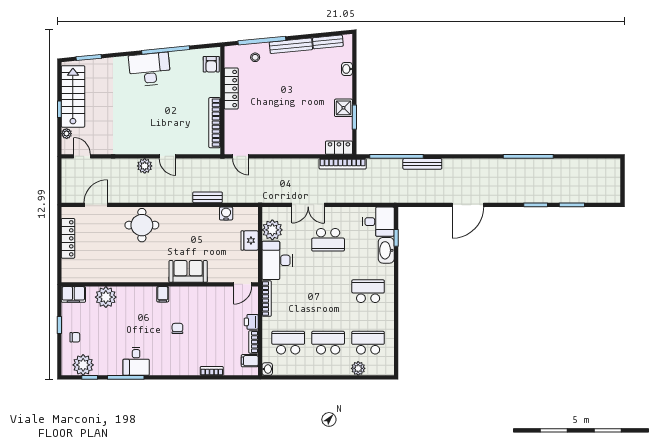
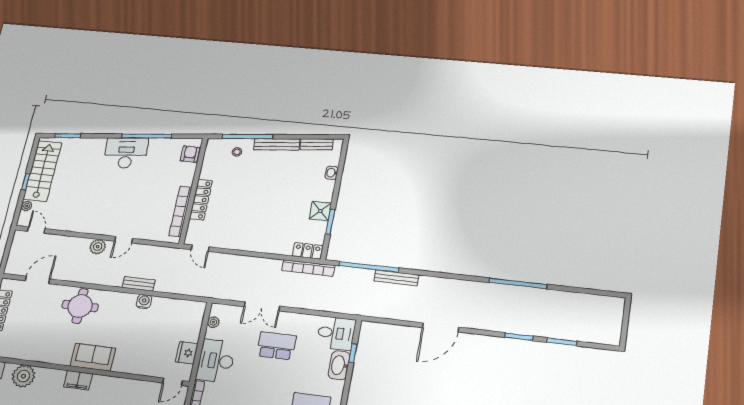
armchair: (211, 64) -> (190, 154), turned 180
locker: (231, 89) -> (201, 200), moved
door: (168, 156) -> (124, 240), hinge flipped
bench: (208, 197) -> (139, 284), moved
water cooler: (226, 214) -> (144, 301), moved
plant: (272, 230) -> (213, 322), width x0.53, depth x0.53
fridge: (250, 240) -> (187, 353), moved
school desk: (328, 240) -> (276, 346), turned 180
sofa: (188, 271) -> (93, 357), moved
filing cabinet: (163, 294) -> (78, 380), width x2.00

